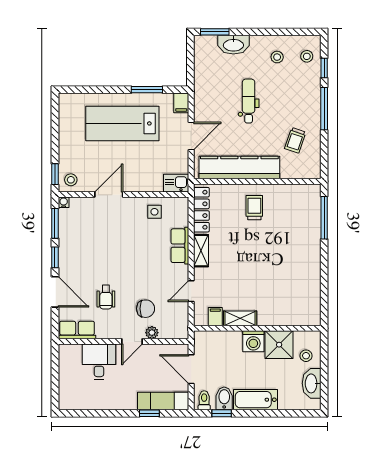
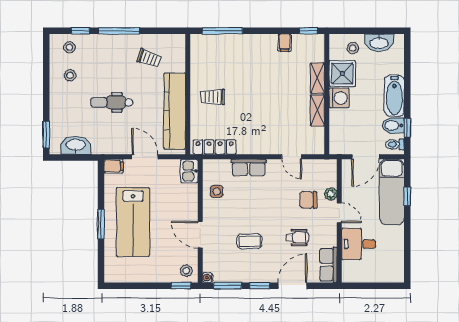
washbasin: (233, 45) -> (76, 145), moved, turned -90
window: (147, 90) -> (101, 224), moved
coffee table: (102, 246) -> (249, 241), added
shelving: (201, 251) -> (318, 78), moved, turned 90
chair: (146, 309) -> (308, 200), turned -90
window: (324, 309) -> (308, 31), added
filing cabinet: (215, 317) -> (285, 43), moved, turned -90
exam couch: (163, 401) -> (392, 192), width x1.36, depth x1.45

